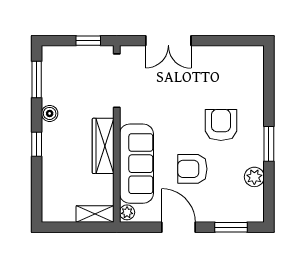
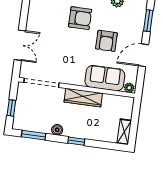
window: (88, 41) -> (11, 108), moved
armchair: (221, 125) -> (80, 18), turned 180
sofa: (136, 164) -> (105, 78), width x0.73
shelving: (95, 214) -> (124, 132), moved

